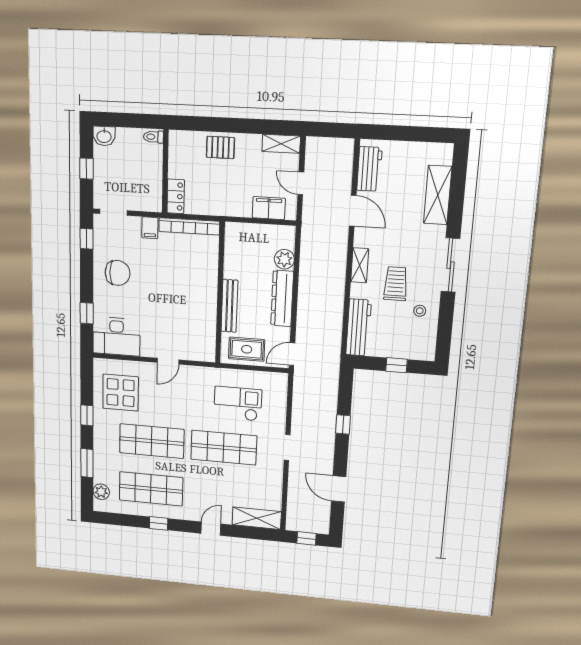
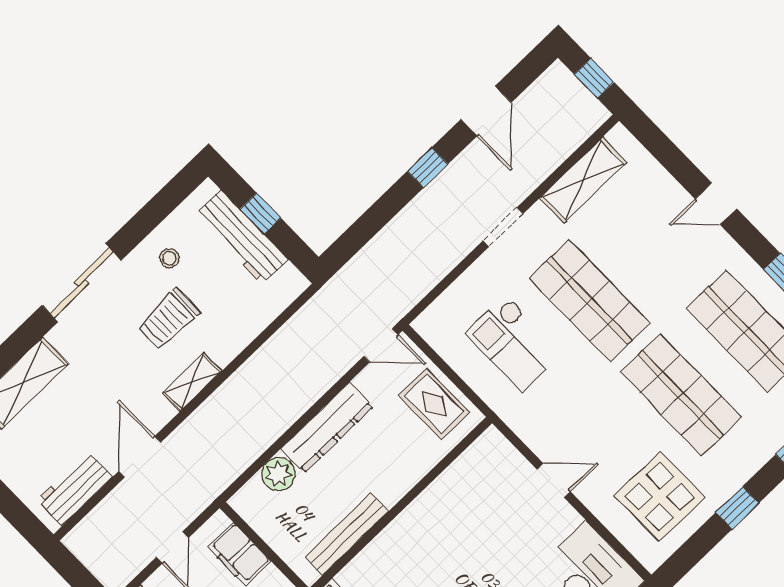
bench: (229, 306) -> (347, 534), moved
workbench: (359, 328) -> (242, 237), moved, turned -90
window: (343, 424) -> (428, 168), moved
shelving: (257, 518) -> (583, 180), moved, turned 90

